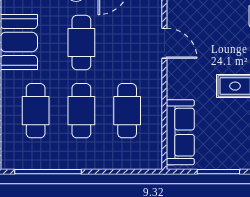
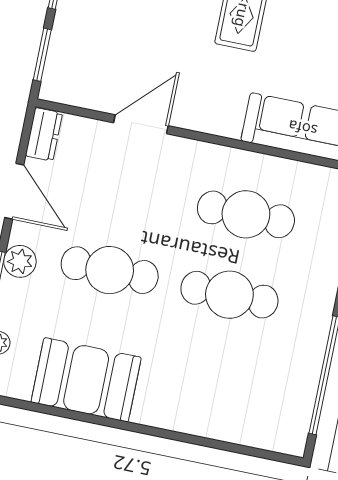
cafe table: (36, 111) -> (213, 375), removed

